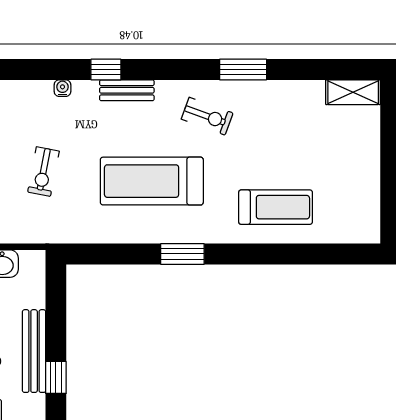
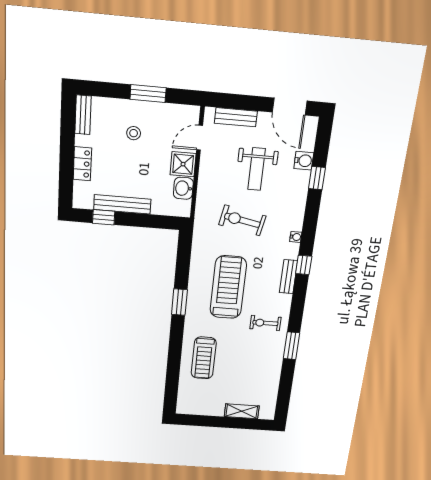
shelving: (353, 92) -> (242, 411), moved, turned 90
exercise bike: (207, 116) -> (265, 323), turned 70
exercise bike: (43, 172) -> (242, 220), width x1.38, depth x1.39

